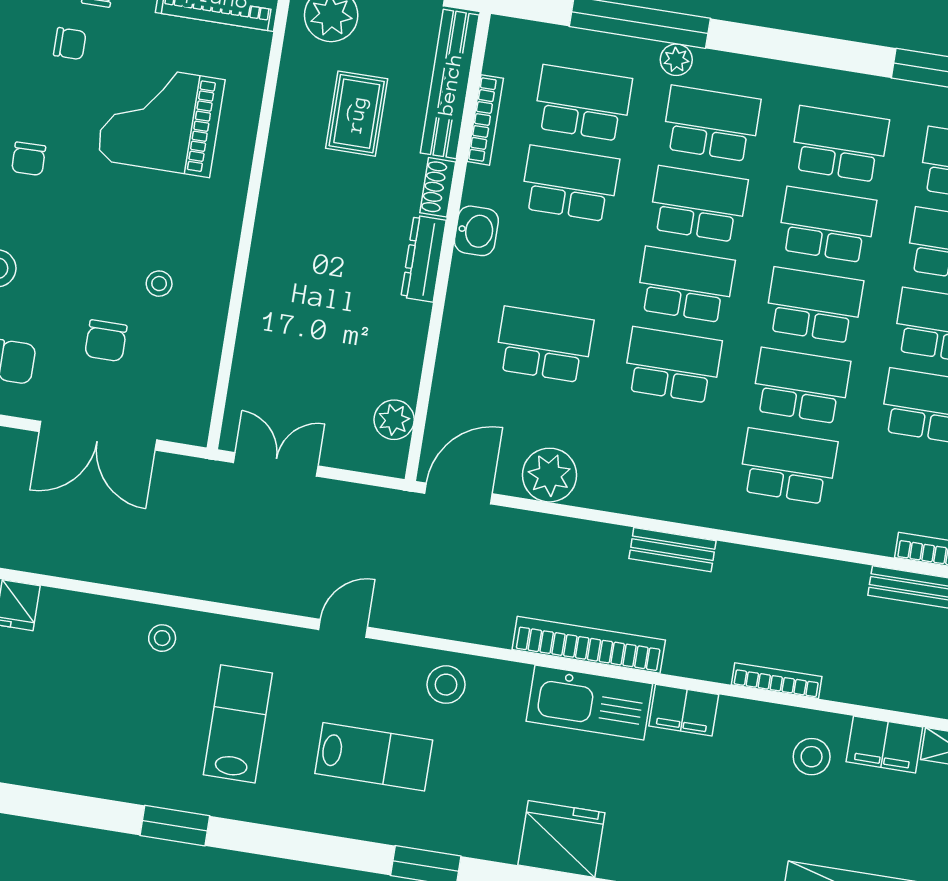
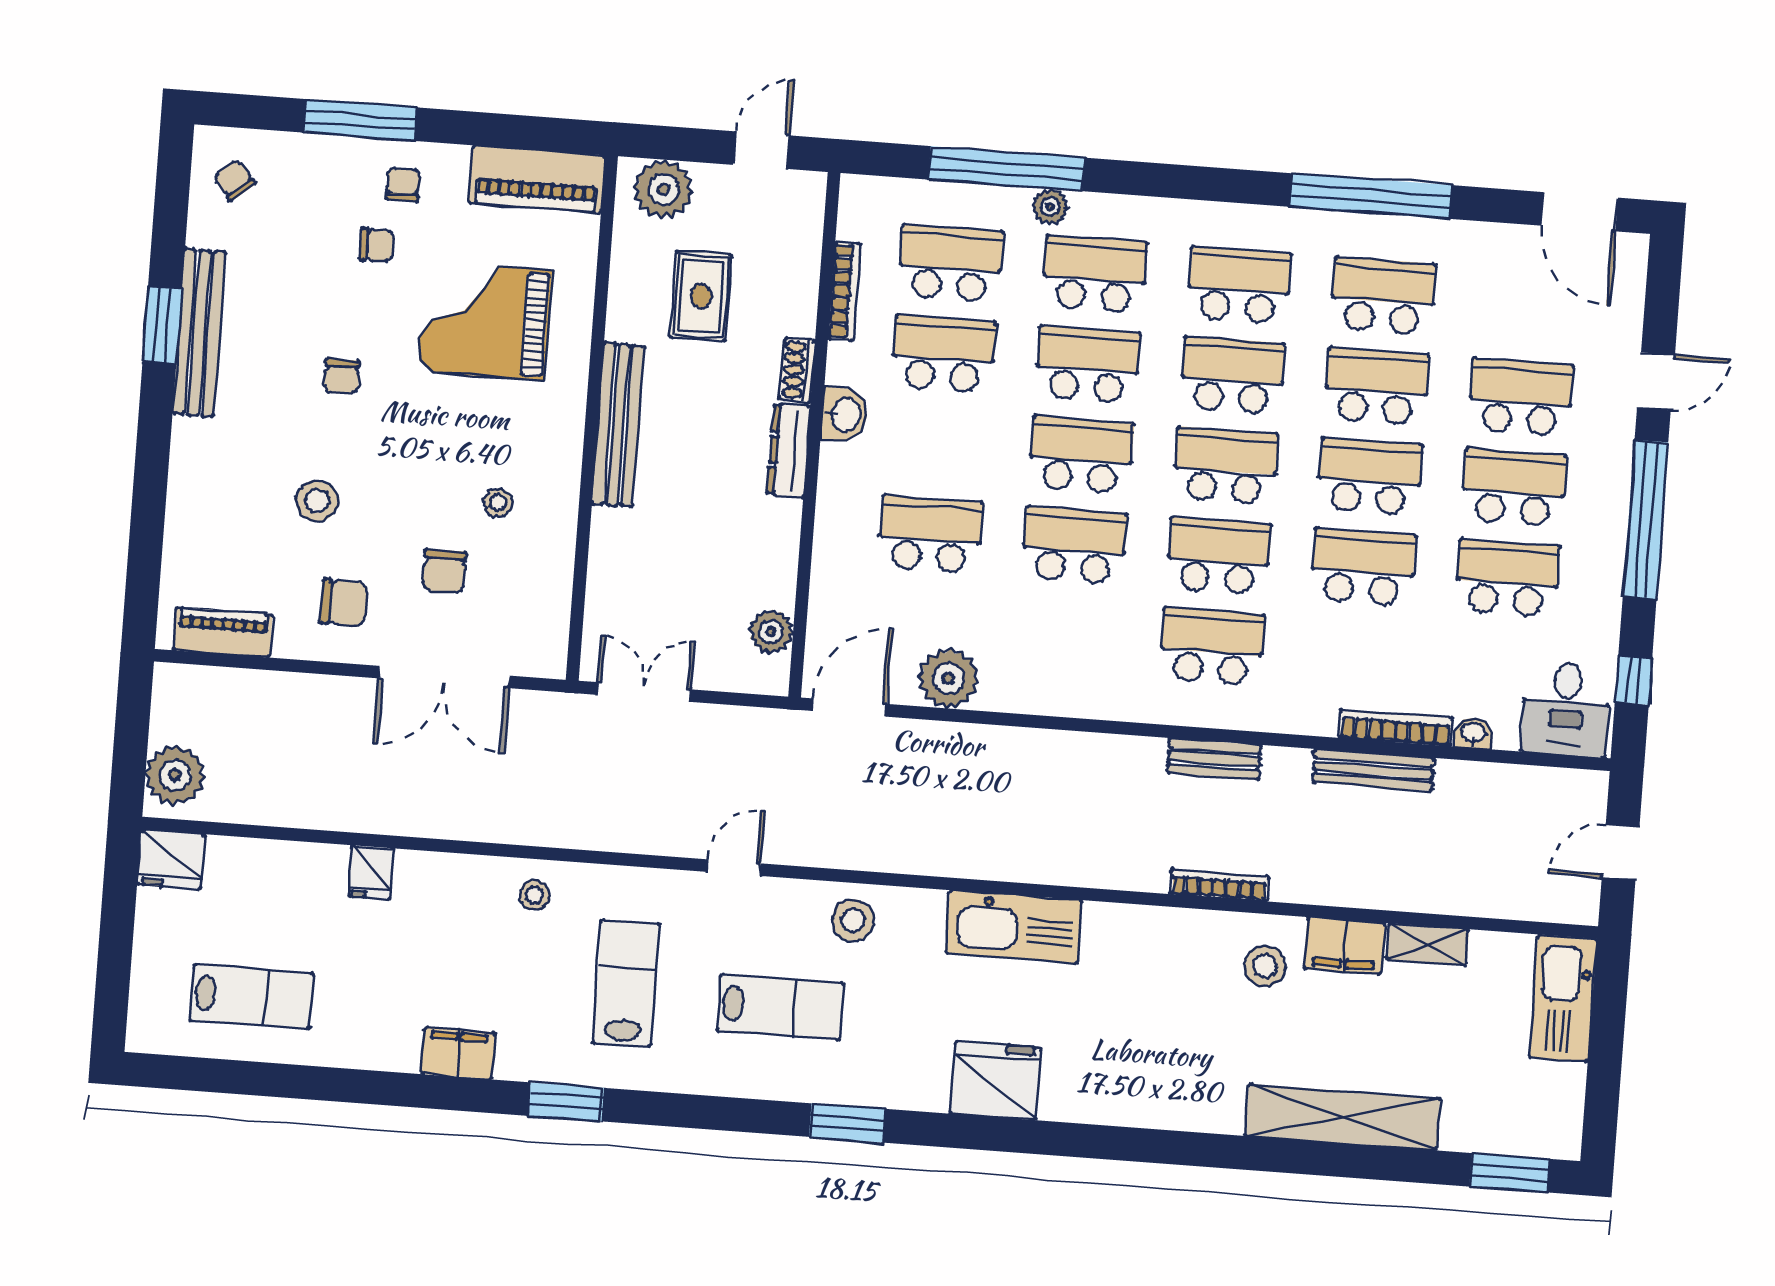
bench: (450, 84) -> (618, 425), moved
bench: (672, 550) -> (1214, 759), moved
bookcase: (589, 645) -> (1008, 863), removed
filing cabinet: (684, 710) -> (458, 1053), moved, turned 180

